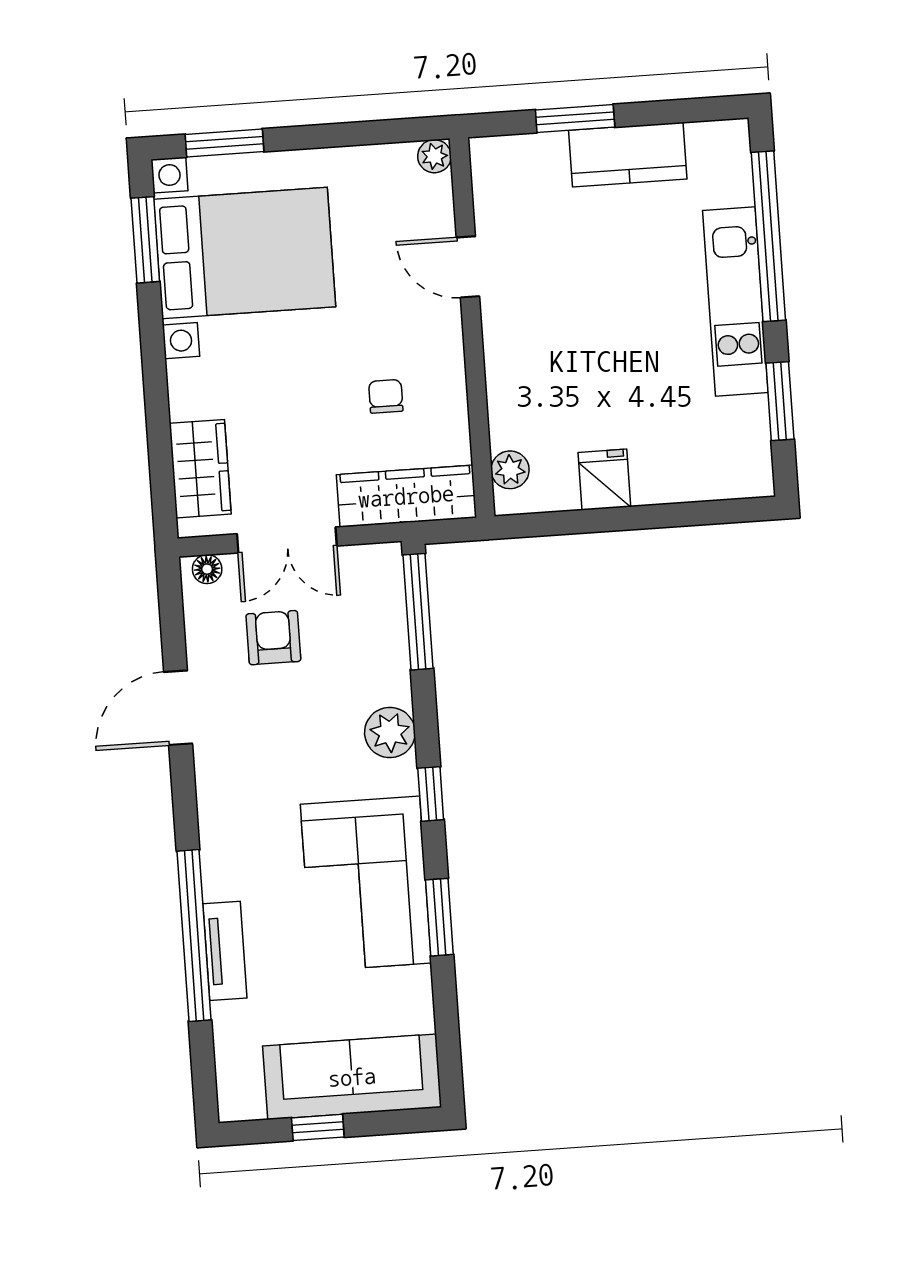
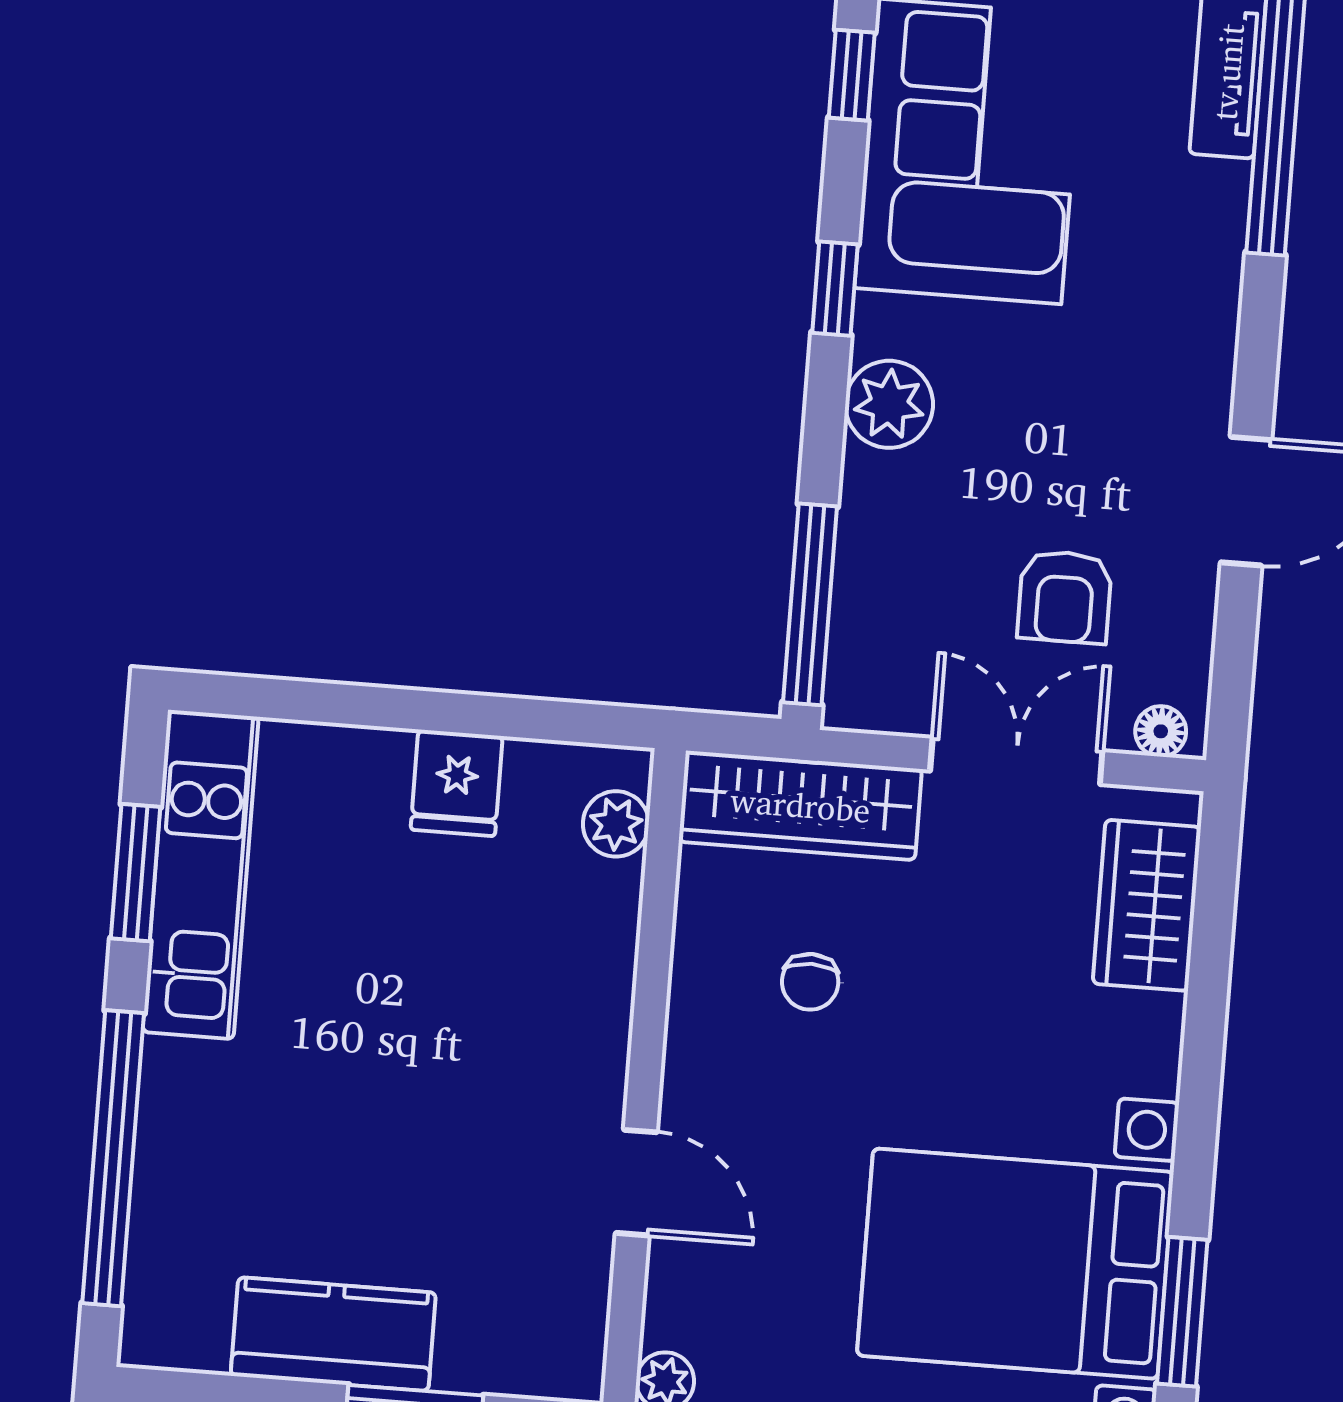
kitchen unit: (735, 301) -> (201, 875), moved
window: (439, 917) -> (852, 75), width x0.67

